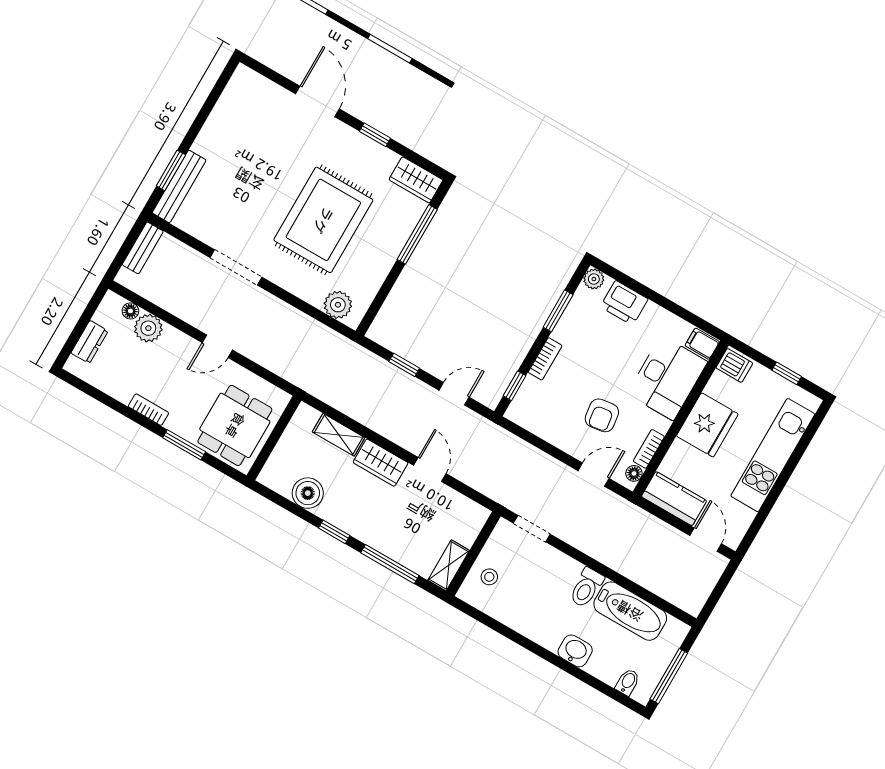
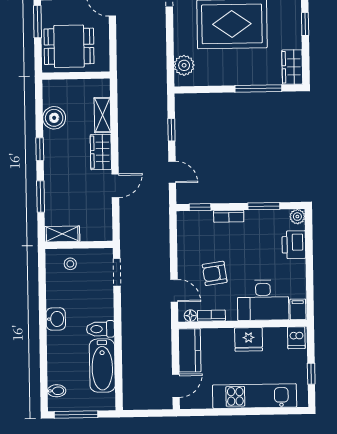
fridge: (707, 425) -> (249, 339), width x0.73, depth x0.75
window: (390, 564) -> (41, 196), width x0.69
washbasin: (575, 651) -> (56, 319), moved

